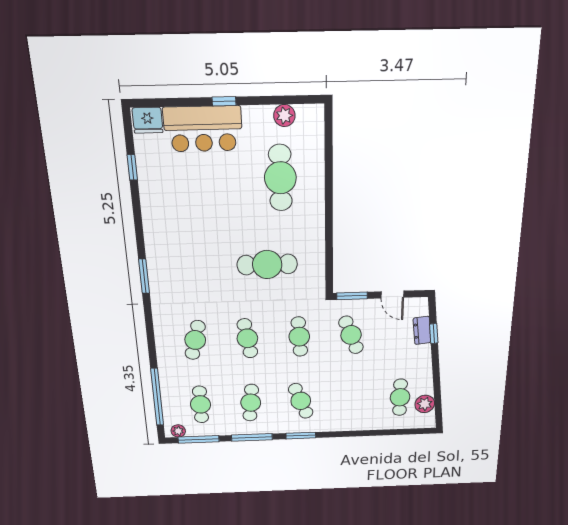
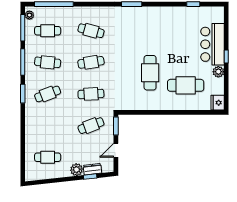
plant: (284, 116) -> (218, 72), moved
fridge: (148, 120) -> (218, 103), moved
cafe table: (267, 265) -> (150, 73), moved
plant: (425, 404) -> (77, 170), moved

